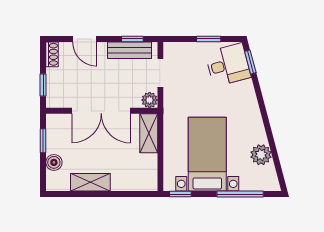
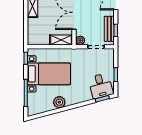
plant: (261, 155) -> (59, 102), moved

